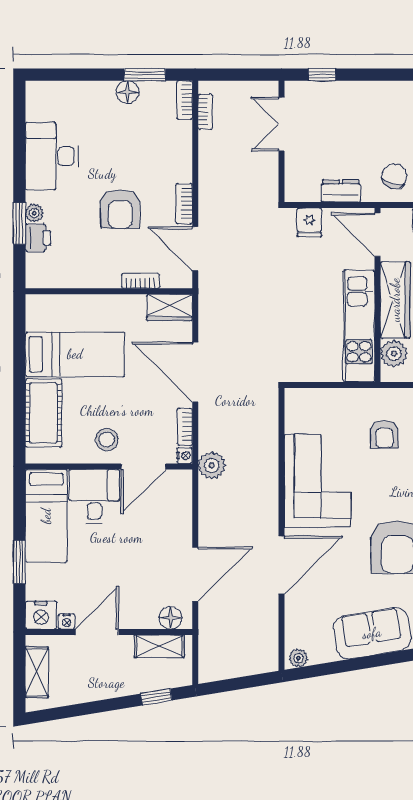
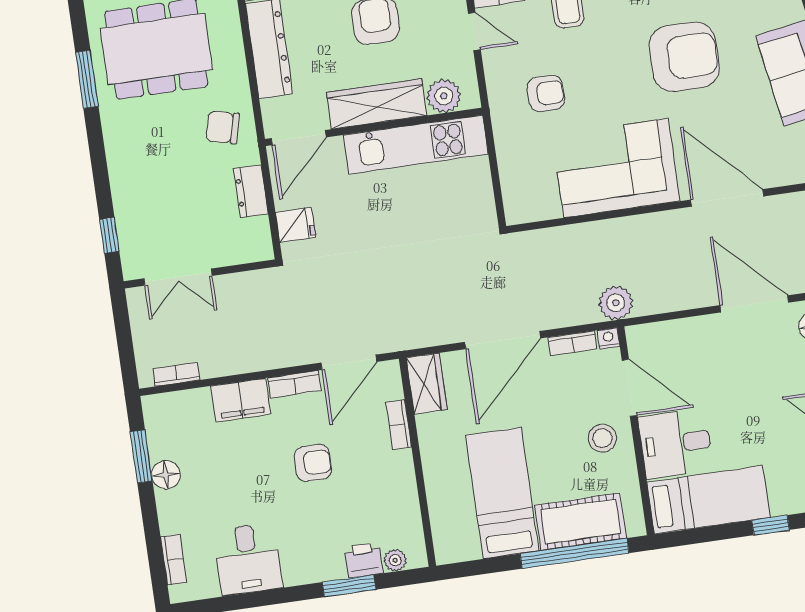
bookcase: (185, 100) -> (174, 560), moved, turned -90
desk: (52, 156) -> (248, 559), width x0.73
filing cabinet: (178, 159) -> (241, 400), added
armchair: (120, 209) -> (313, 463), width x0.72, depth x0.72
plant: (34, 213) -> (395, 560), moved
window: (19, 404) -> (575, 553), added
window: (19, 562) -> (771, 525), width x0.67

